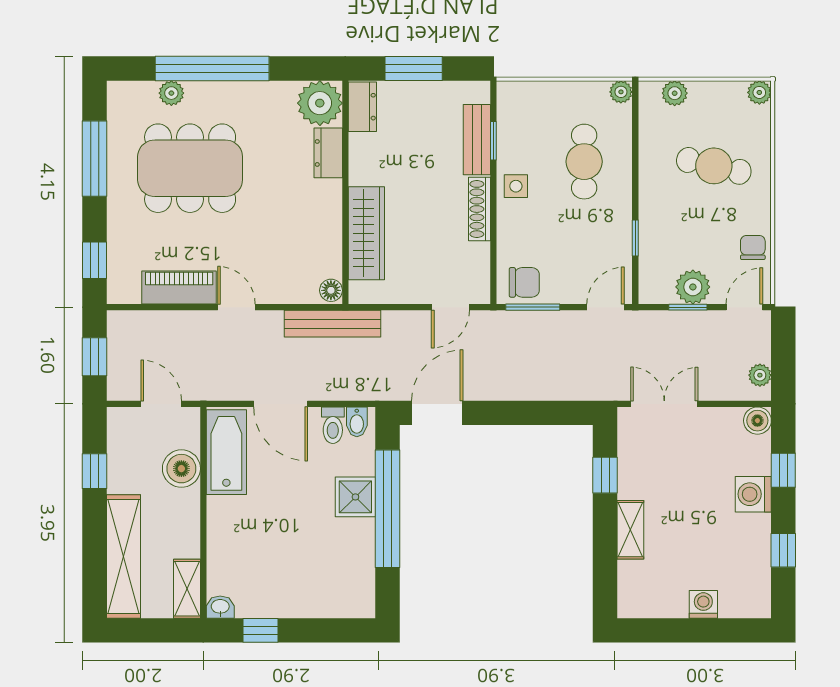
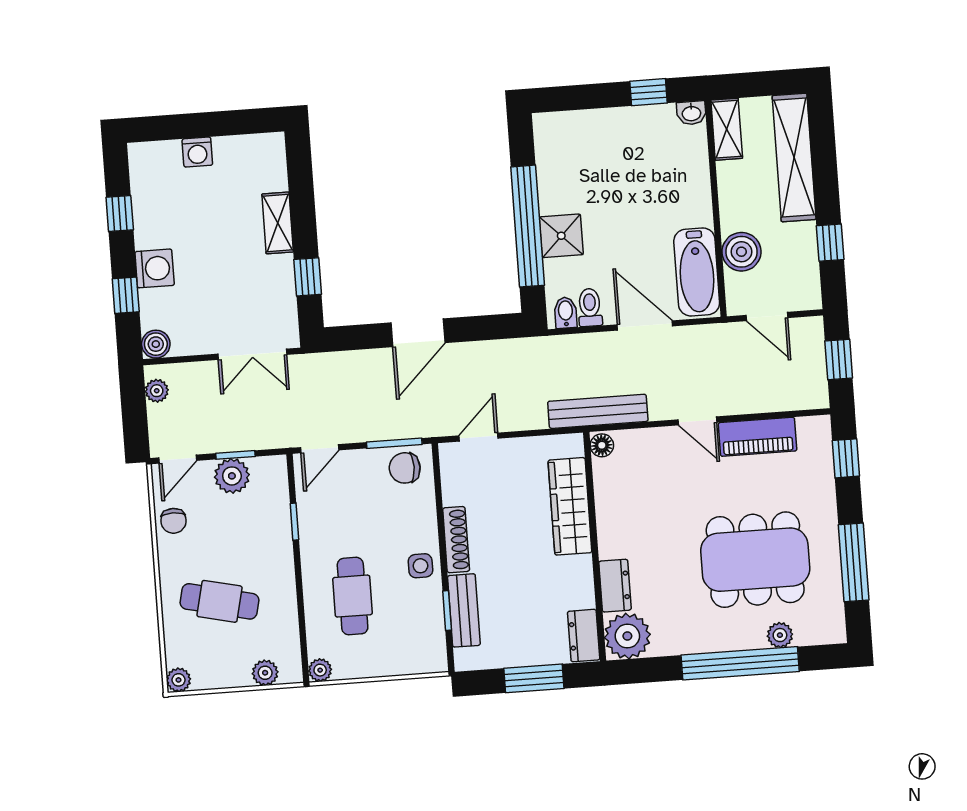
door: (437, 413) -> (418, 333), moved

